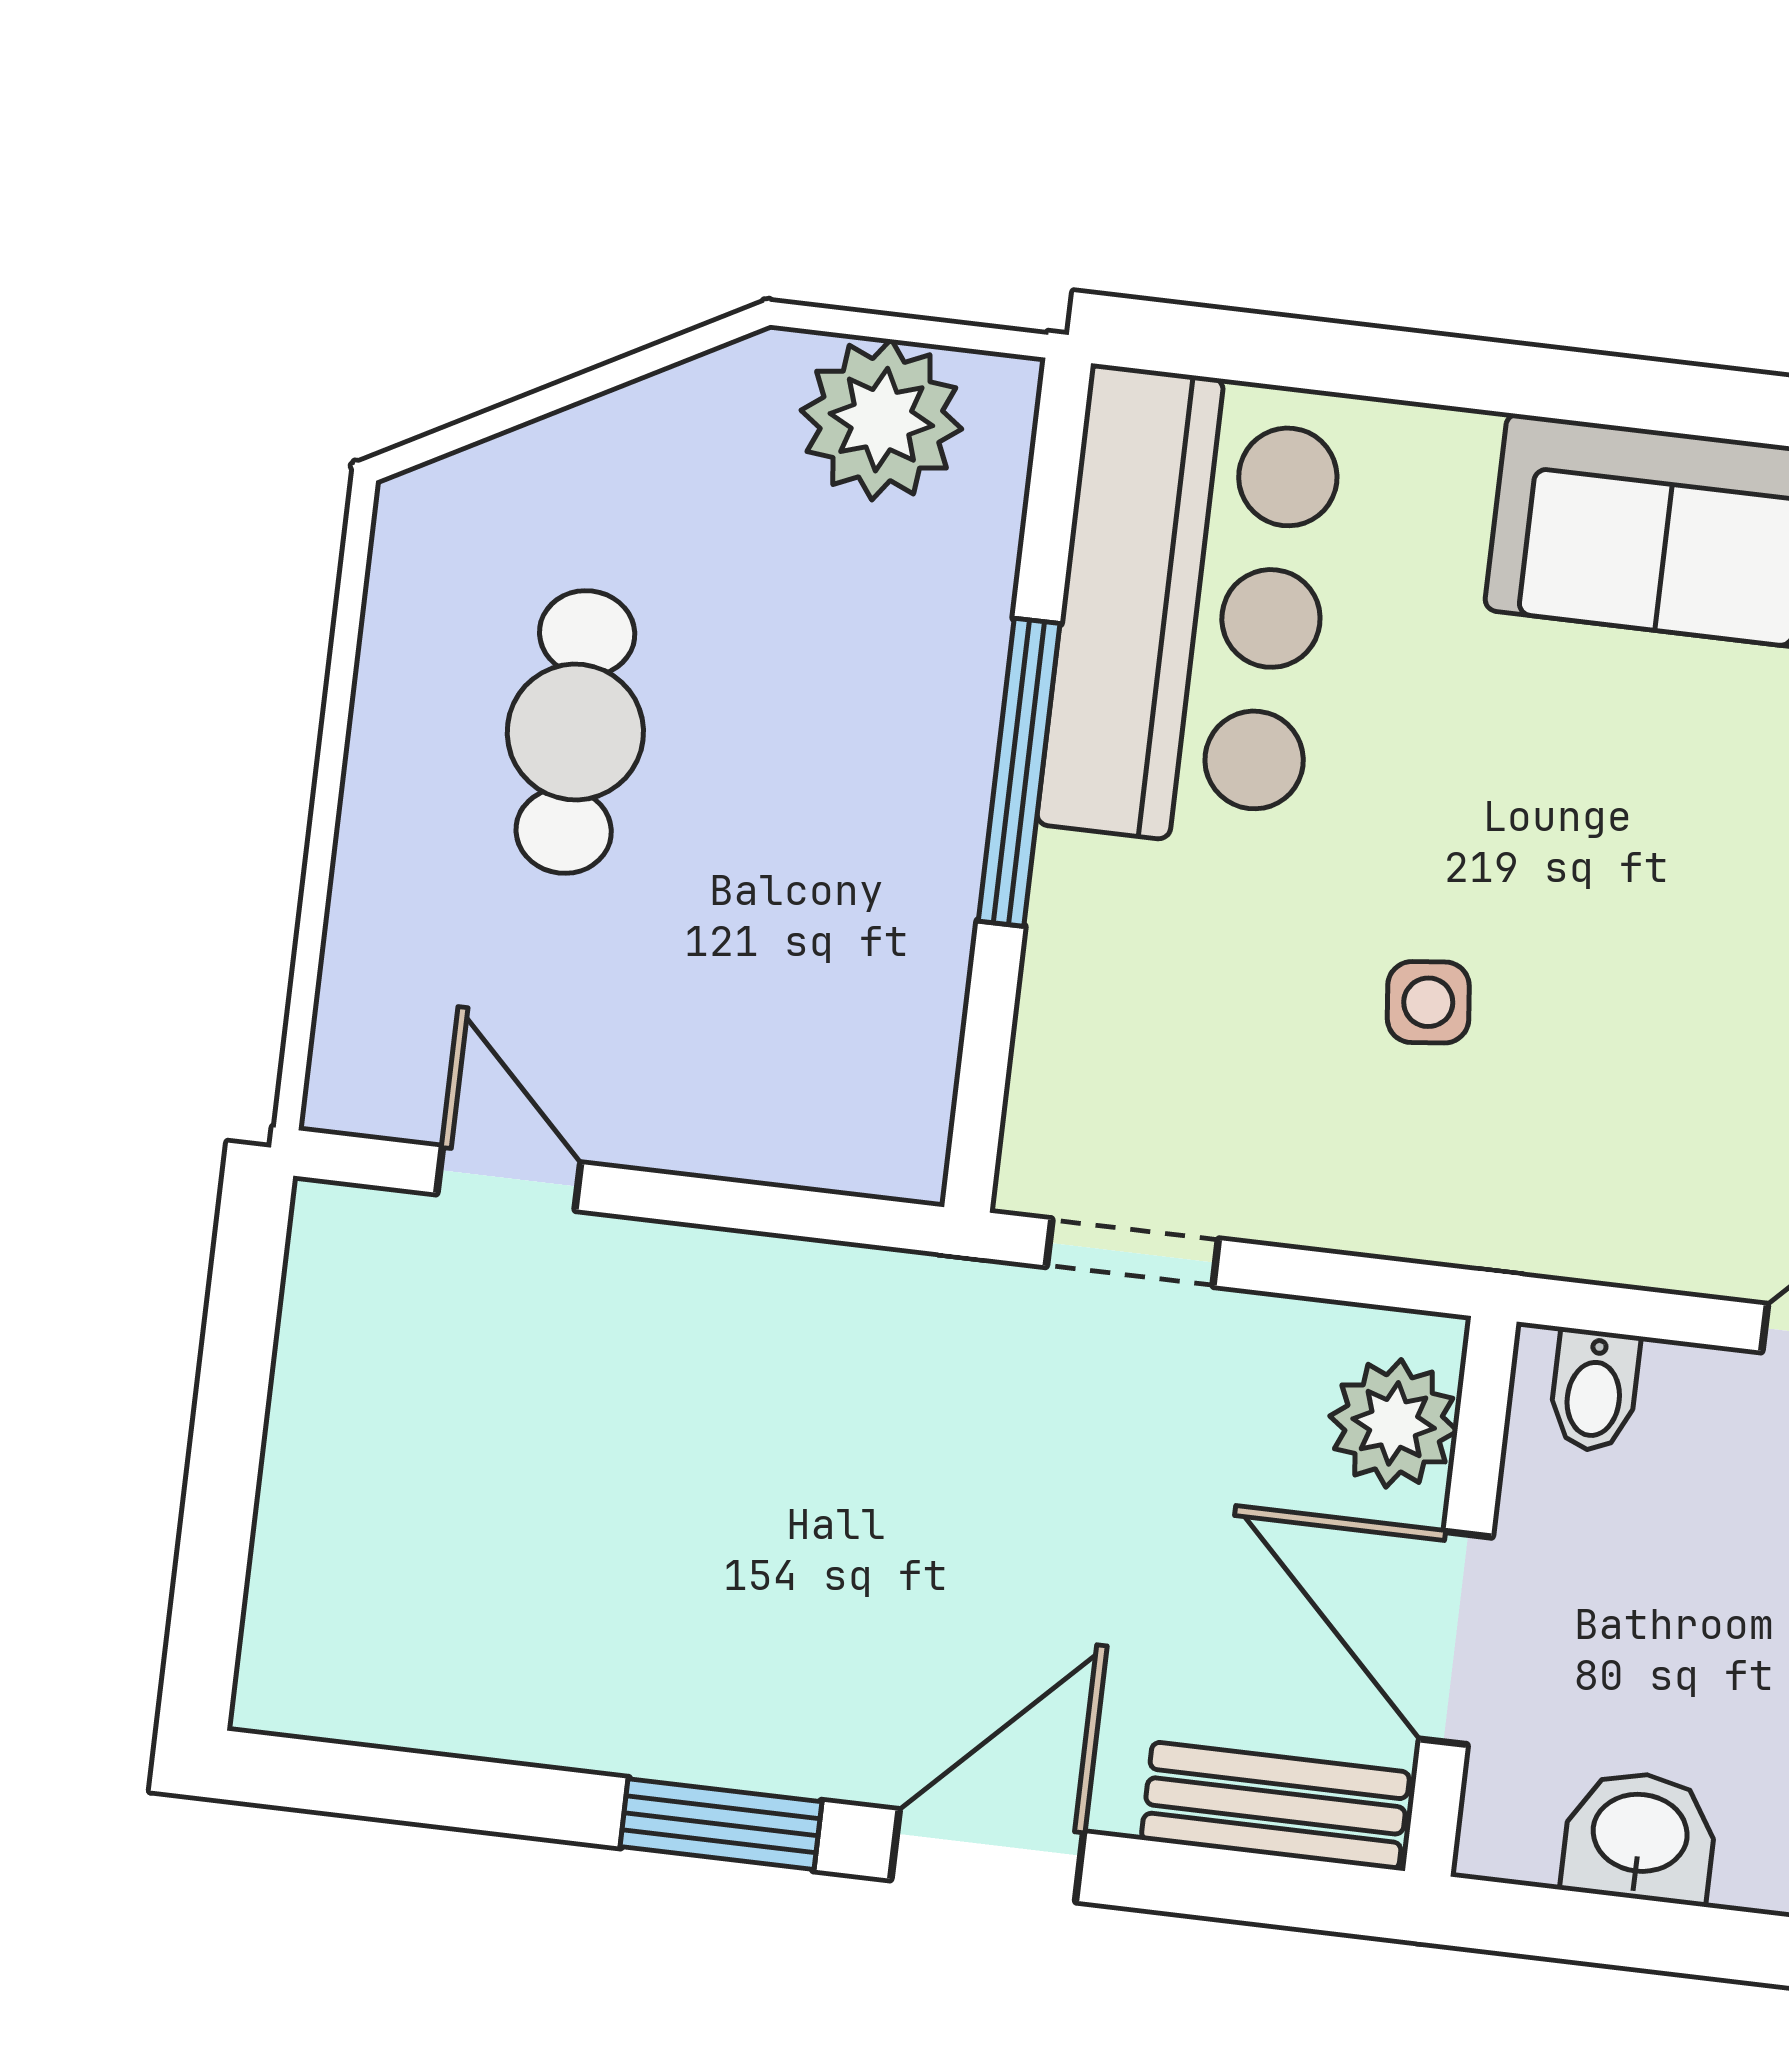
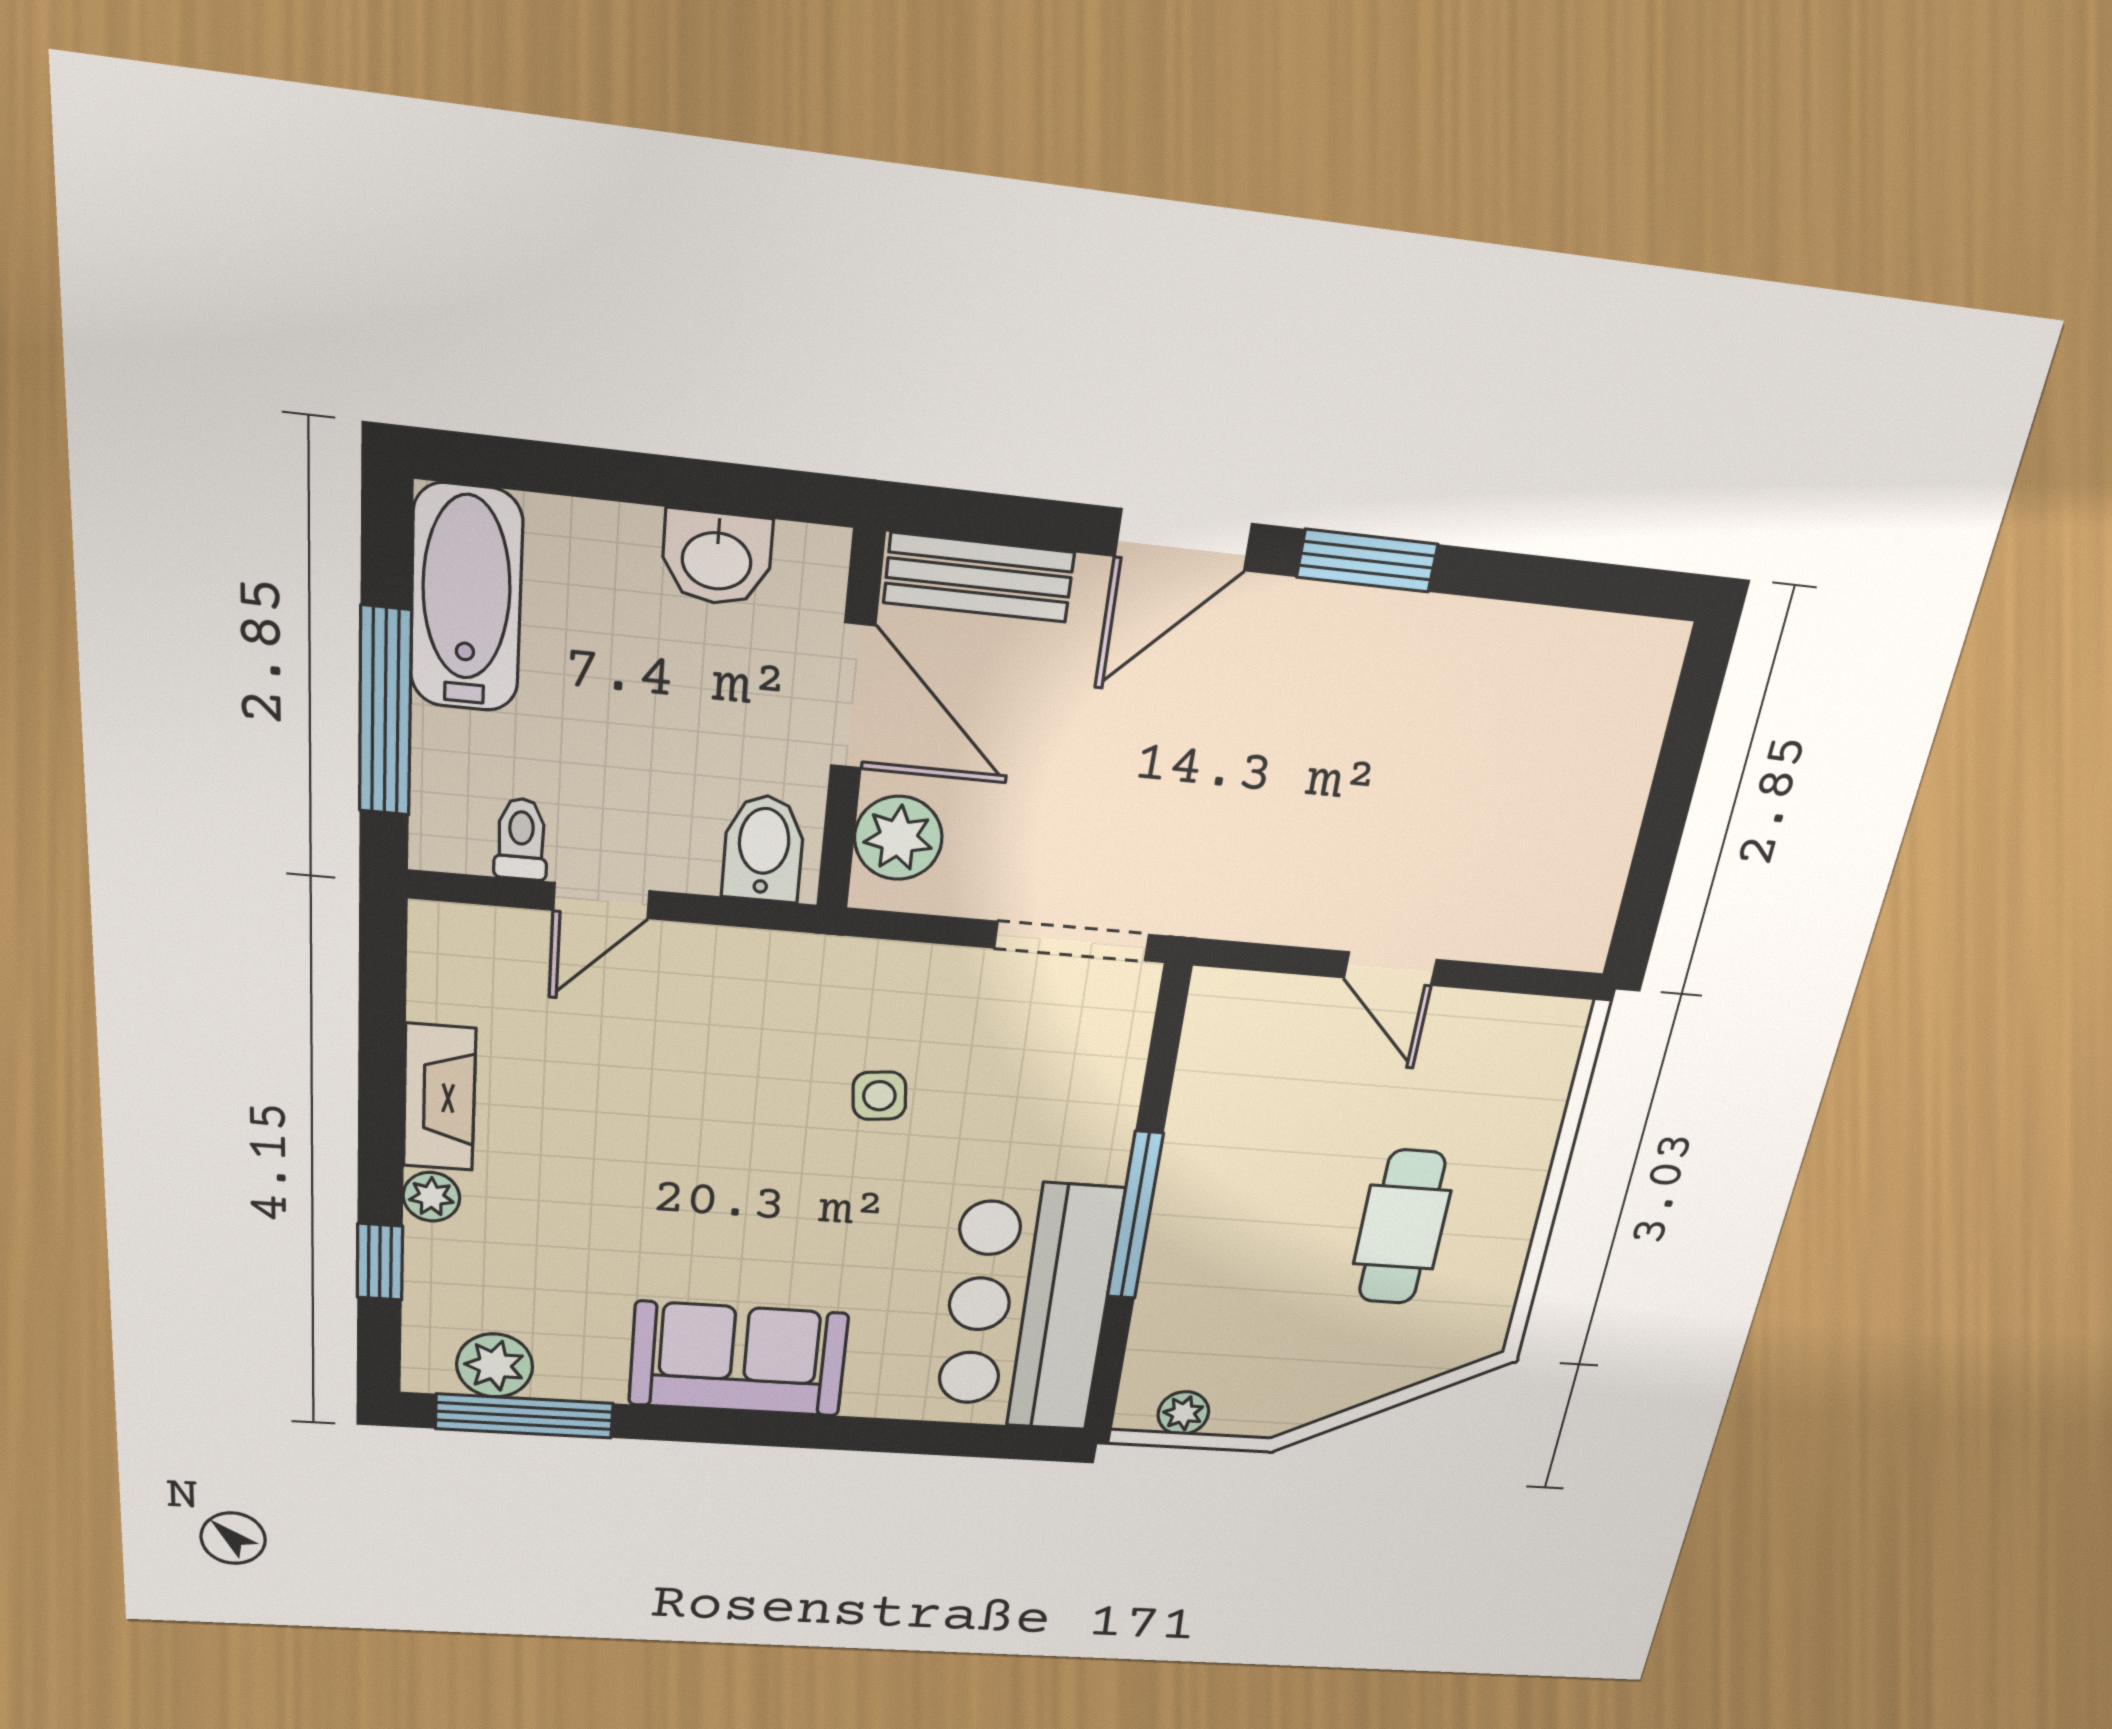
plant: (881, 420) -> (1183, 1413), width x0.53, depth x0.53
door: (509, 1178) -> (1390, 969), moved
doorway: (1132, 1253) -> (1072, 941), width x1.38
bidet: (1594, 1391) -> (763, 848), width x1.38, depth x1.36

